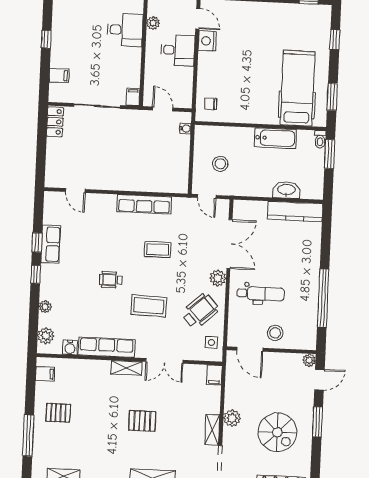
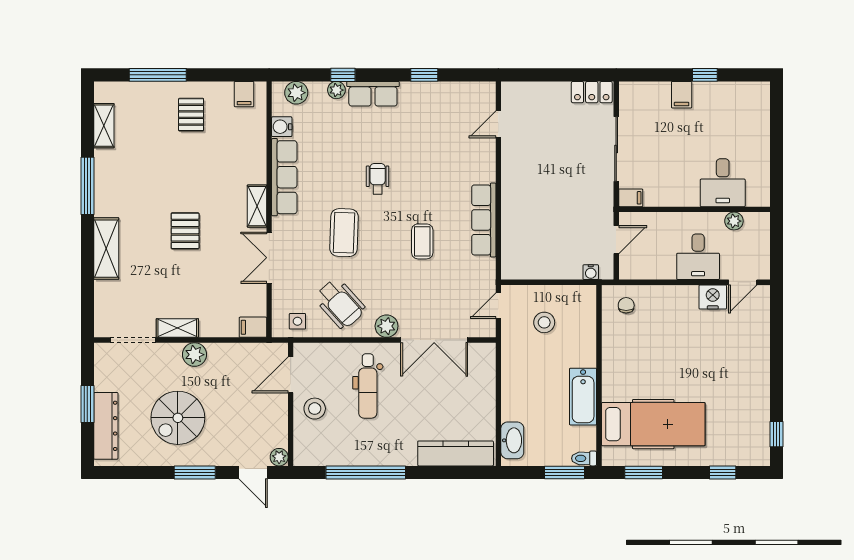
filing cabinet: (59, 75) -> (682, 95), moved
washbasin: (286, 190) -> (512, 440), moved
kitchen counter: (295, 211) -> (456, 453), moved, turned 90
row of seats: (51, 244) -> (373, 94), moved
window: (36, 274) -> (343, 75), moved

